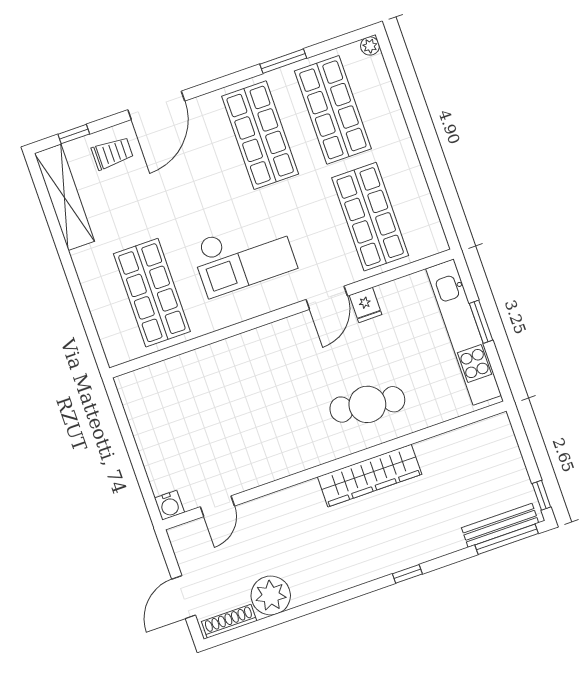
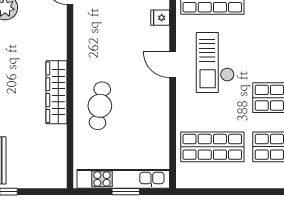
door: (327, 298) -> (173, 65), moved
fridge: (366, 305) -> (160, 18), moved

